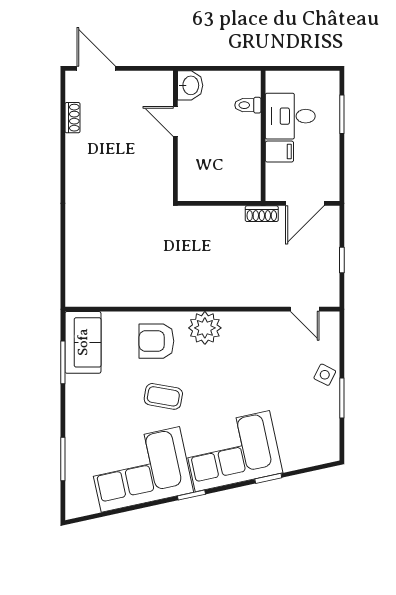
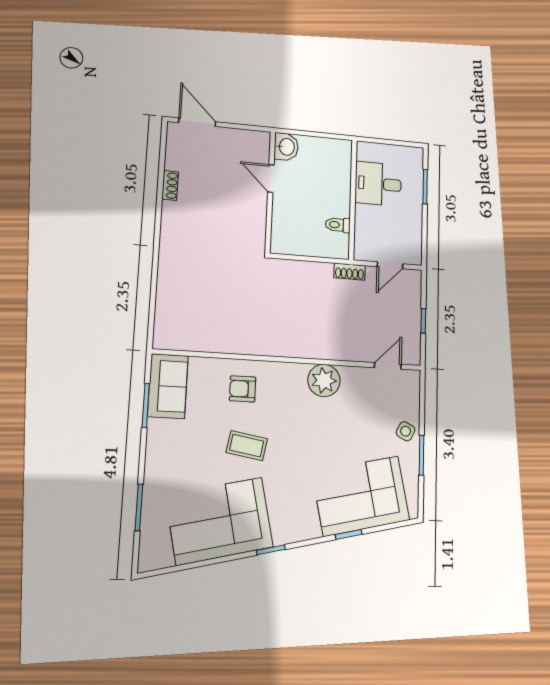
toilet: (248, 105) -> (338, 225), moved
shoe rack: (73, 118) -> (170, 185), moved
filing cabinet: (279, 152) -> (368, 215), removed
door: (305, 203) -> (390, 265), width x0.73
door: (305, 309) -> (388, 366), swing flipped
plant: (205, 328) -> (324, 380), moved
armchair: (156, 341) -> (243, 389), width x0.72, depth x0.72
corner sofa: (232, 451) -> (361, 496), moved

